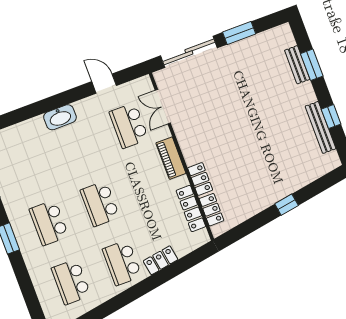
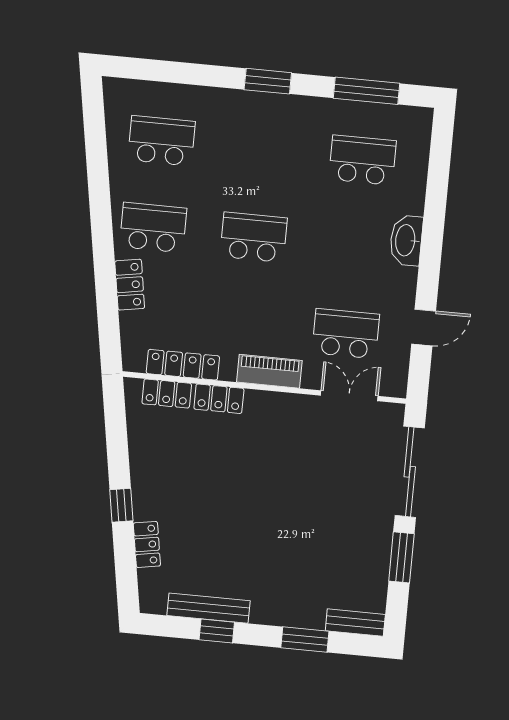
bench: (297, 65) -> (355, 623), moved
locker: (302, 179) -> (147, 544), added
school desk: (49, 223) -> (362, 160), moved

